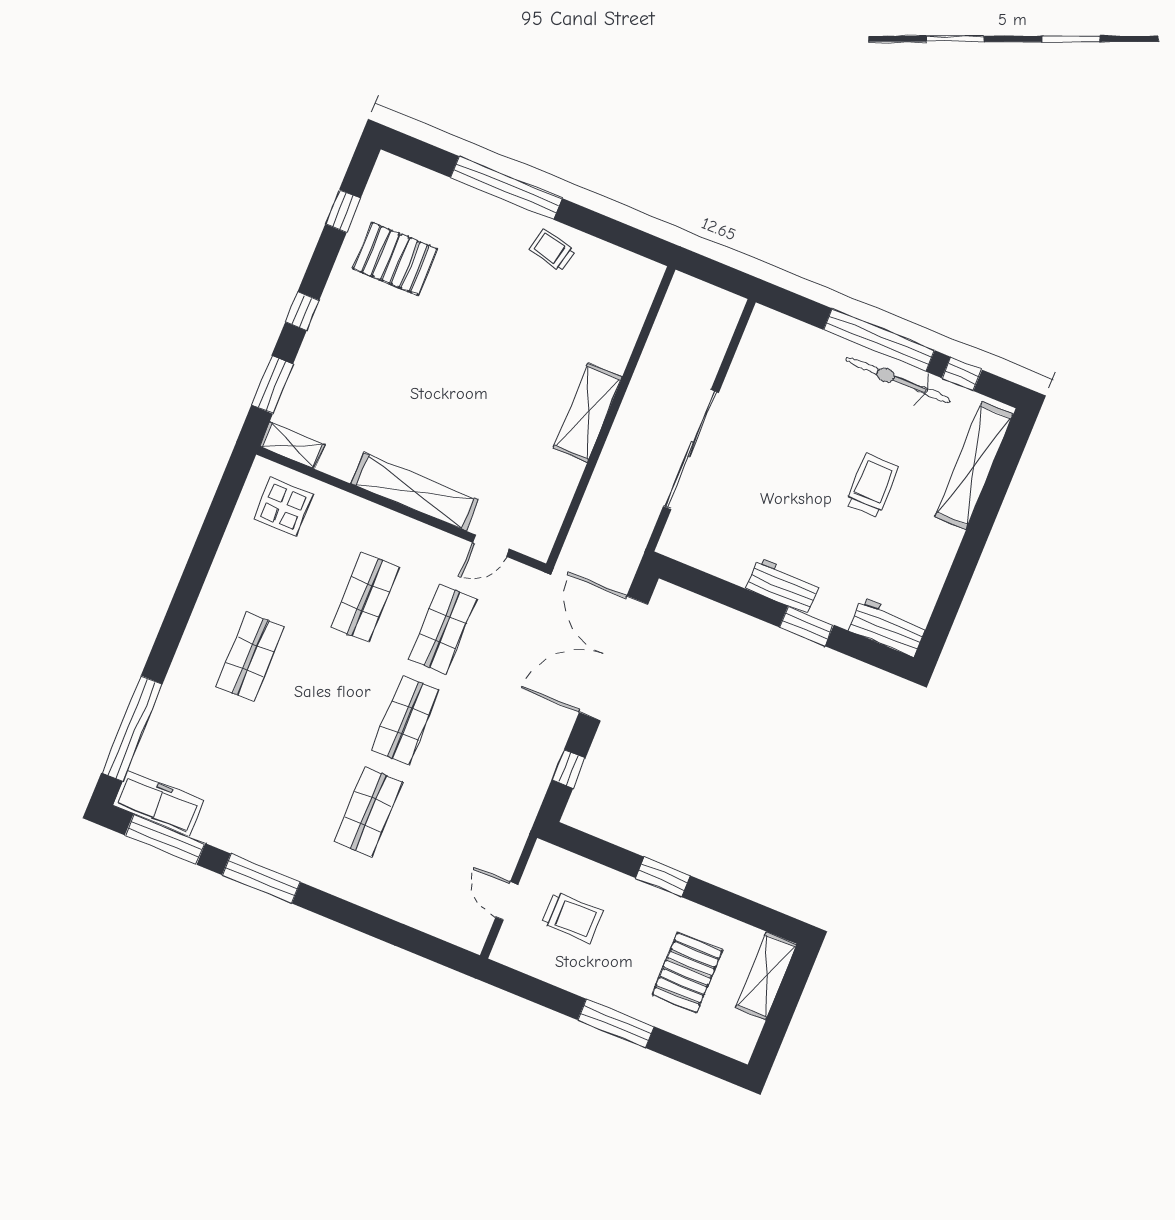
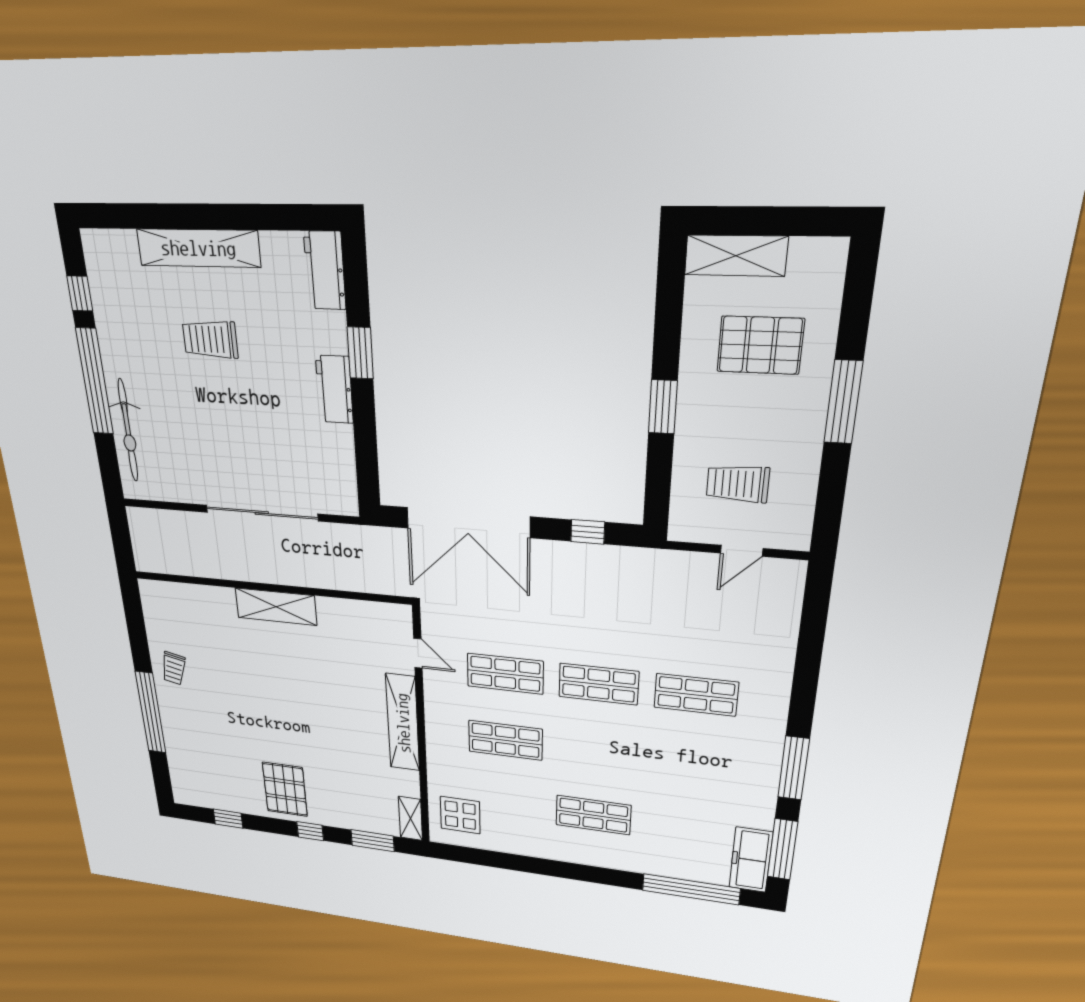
pallet: (395, 259) -> (285, 789), moved
bicycle: (898, 380) -> (128, 431), moved
shelving: (974, 466) -> (198, 248), moved
trolley: (572, 917) -> (738, 484), turned -90

